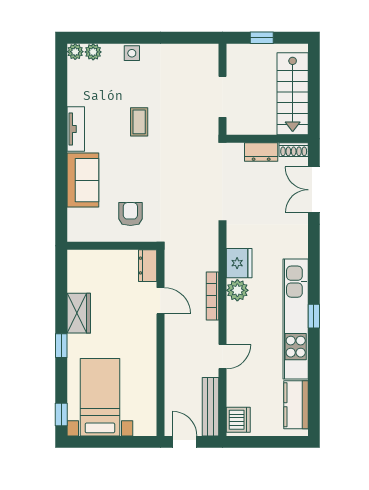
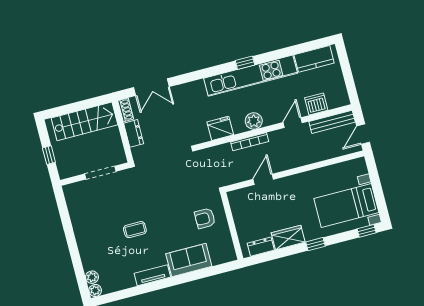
side table: (132, 53) -> (85, 248), removed
dresser: (148, 266) -> (261, 247), moved, turned 180
plant: (237, 290) -> (254, 121), moved
door: (223, 357) -> (293, 123), hinge flipped
dishwasher: (238, 420) -> (316, 104), moved

